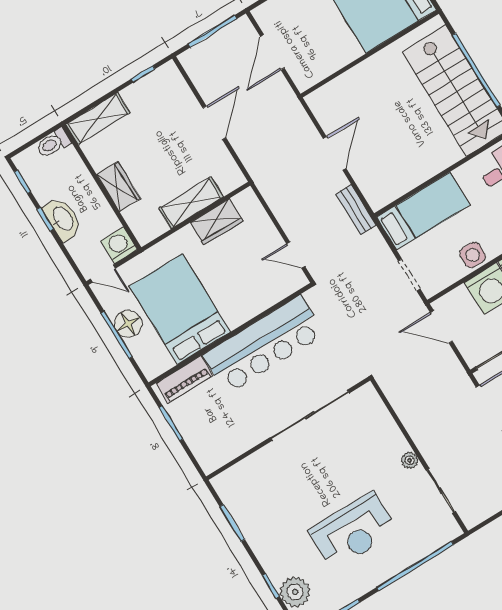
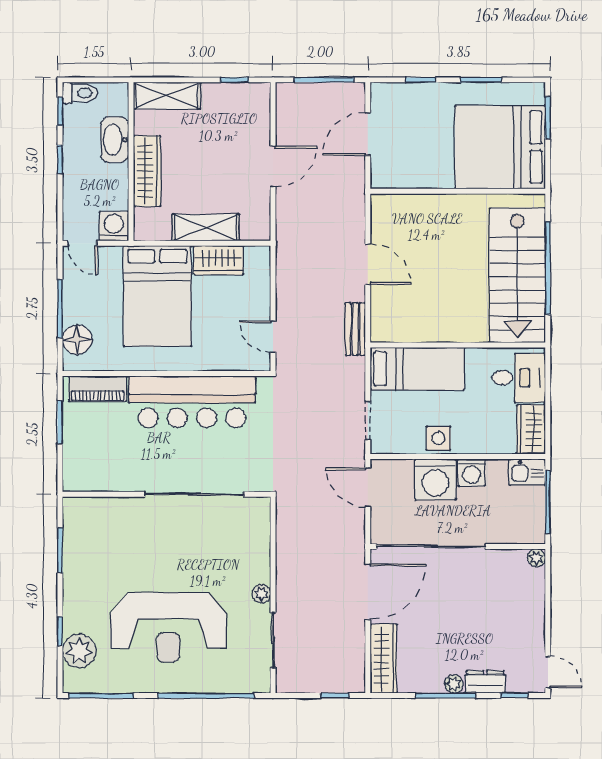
toilet: (53, 143) -> (80, 93), moved, turned 180
door: (335, 154) -> (368, 264), hinge flipped
wardrobe: (119, 187) -> (147, 171), width x1.50
washbasin: (63, 219) -> (115, 140), moved, turned 180
bed: (180, 309) -> (157, 296), moved, turned 180
floor lamp: (128, 324) -> (77, 340), moved
reception desk: (353, 531) -> (168, 627), width x1.36, depth x1.30

